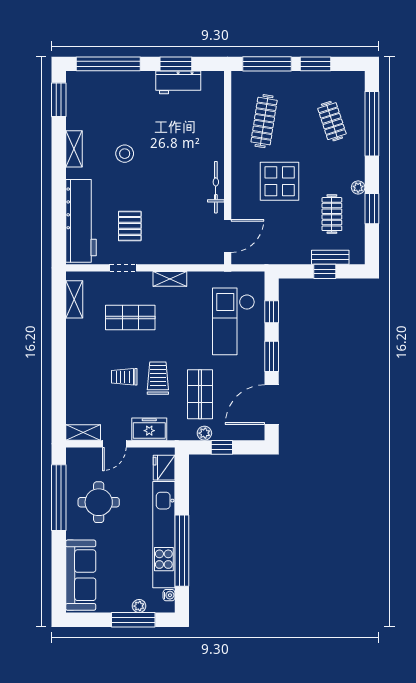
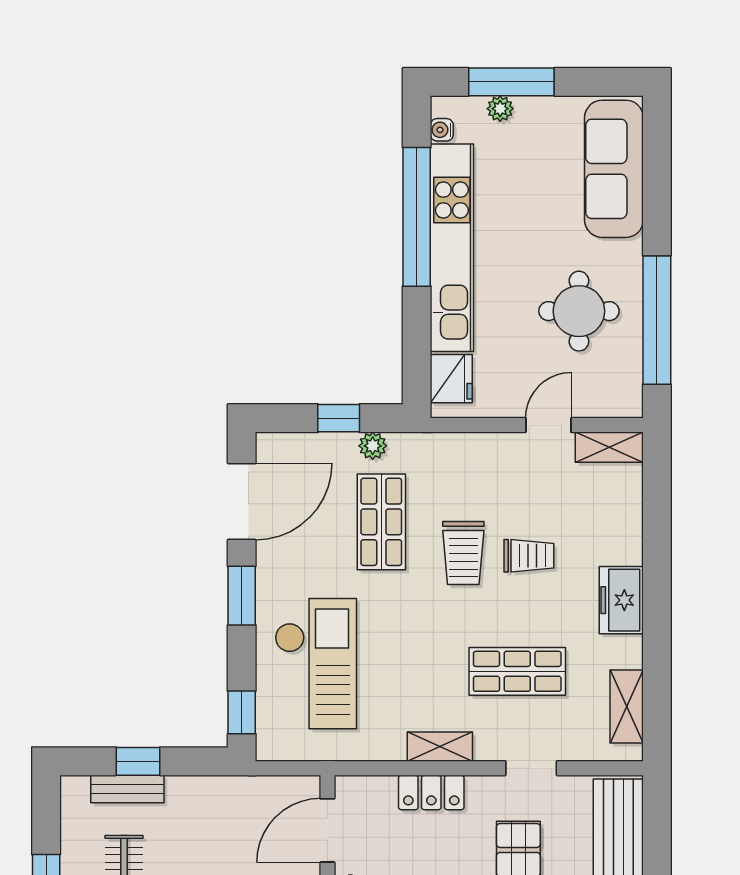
locker: (174, 255) -> (431, 792), added
window: (272, 312) -> (242, 712), moved
freezer: (149, 429) -> (621, 600), moved, turned 90

